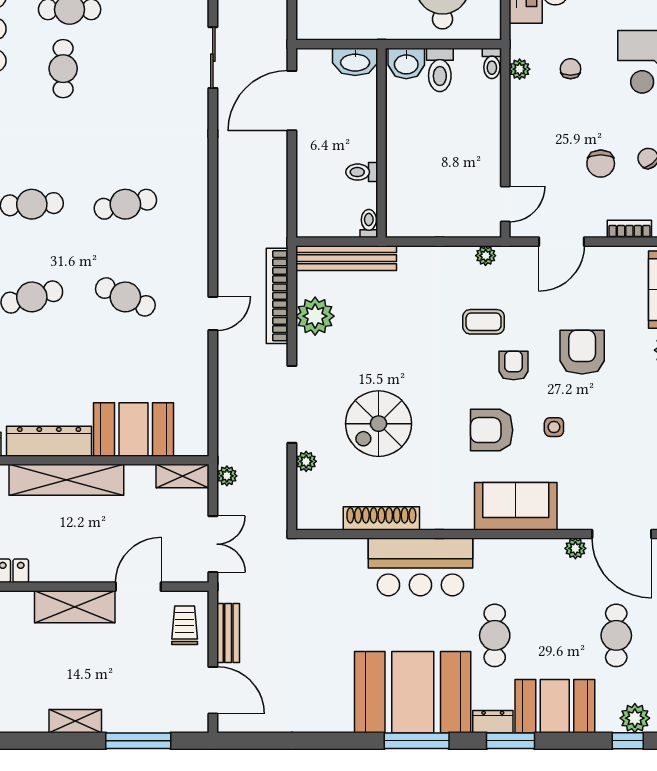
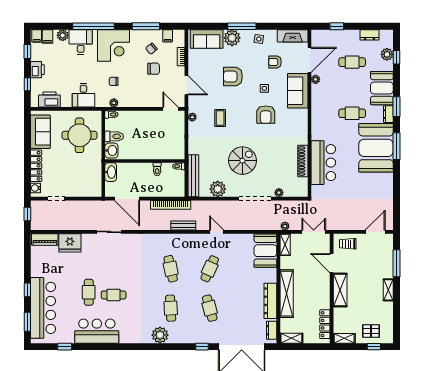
bookcase: (277, 296) -> (171, 205), moved
armchair: (514, 366) -> (275, 62), moved
spiral stairs: (379, 424) -> (242, 161), moved, turned -90
booth: (134, 430) -> (265, 251), moved
sofa: (516, 506) -> (298, 91), moved
bar counter: (420, 567) -> (323, 163), moved
bench: (228, 633) -> (183, 225), moved

